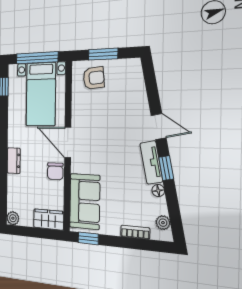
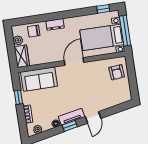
window: (103, 54) -> (132, 76), removed
chair: (55, 171) -> (34, 31), moved
plant: (13, 218) -> (18, 40), moved
window: (88, 238) -> (18, 97), moved

